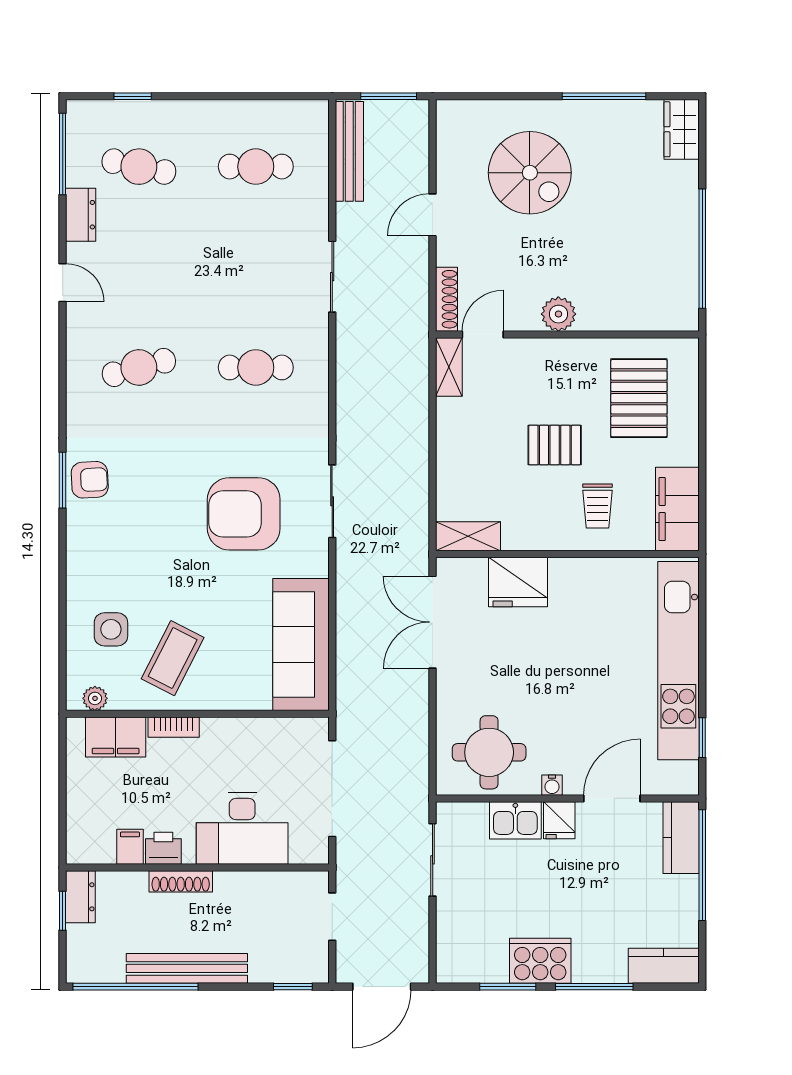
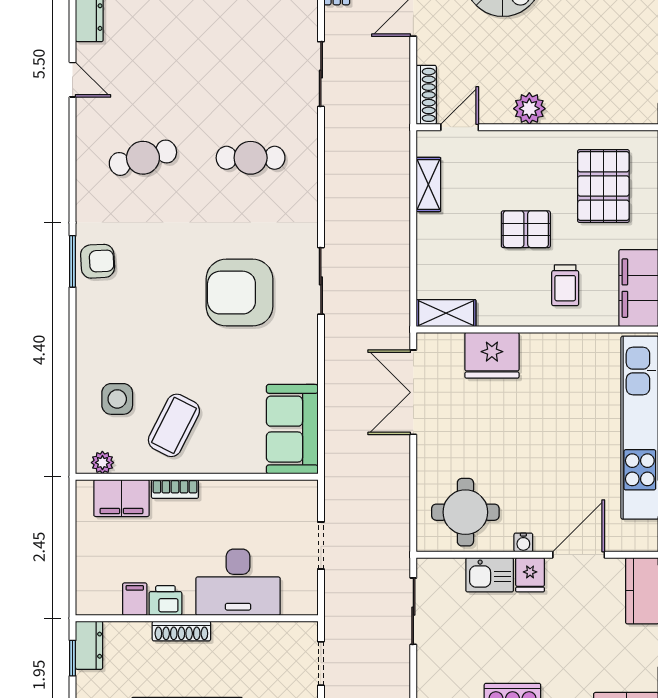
shelving: (449, 367) -> (428, 184), moved
sofa: (301, 645) -> (292, 429), width x0.73
doorway: (332, 789) -> (321, 546), width x0.53

